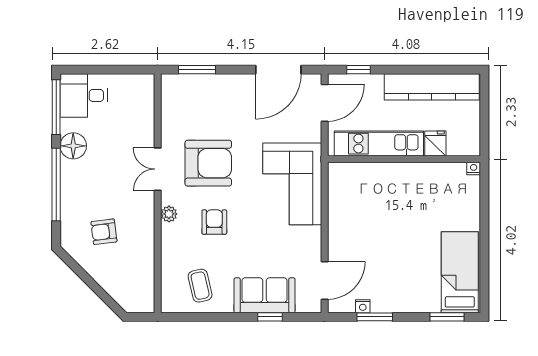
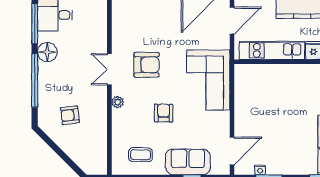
armchair: (208, 163) -> (147, 65), width x0.73, depth x0.73
armchair: (214, 222) -> (164, 113), moved
coffee table: (200, 286) -> (141, 155), turned -76

